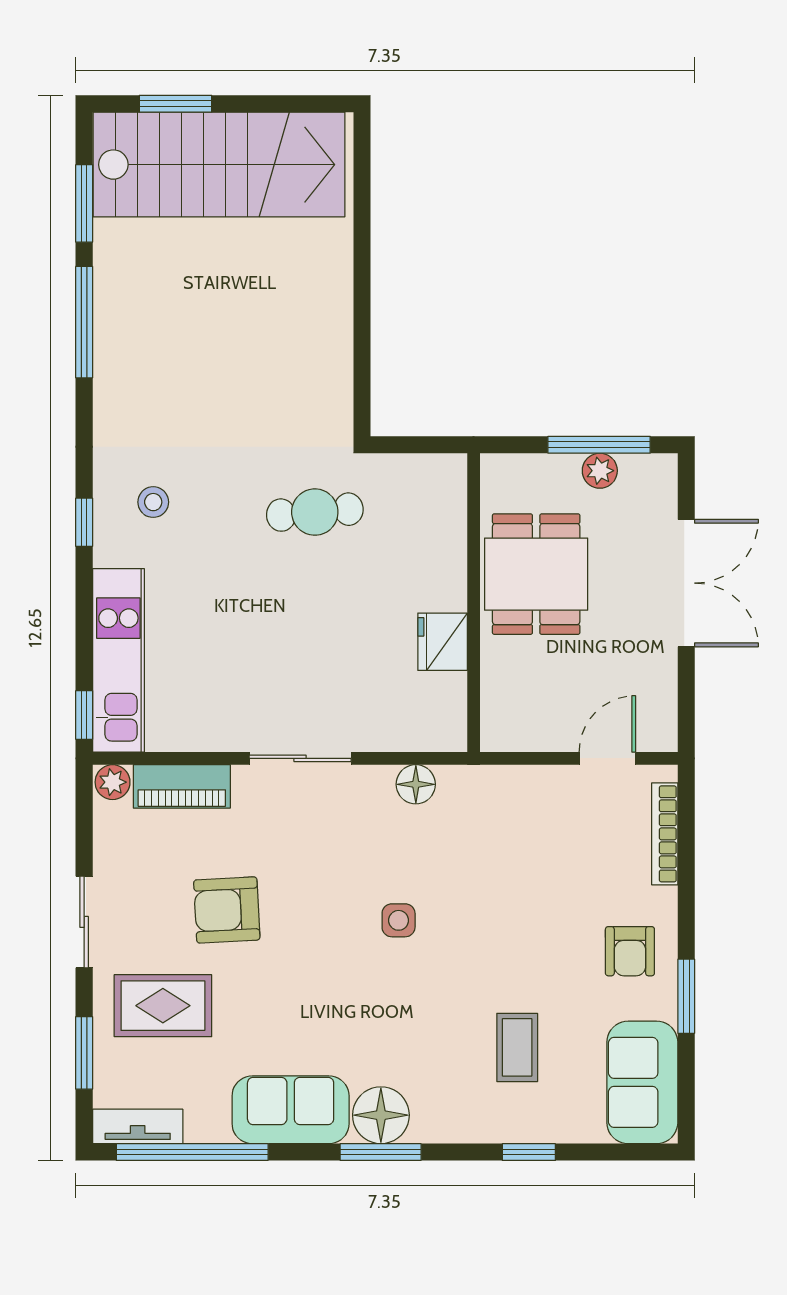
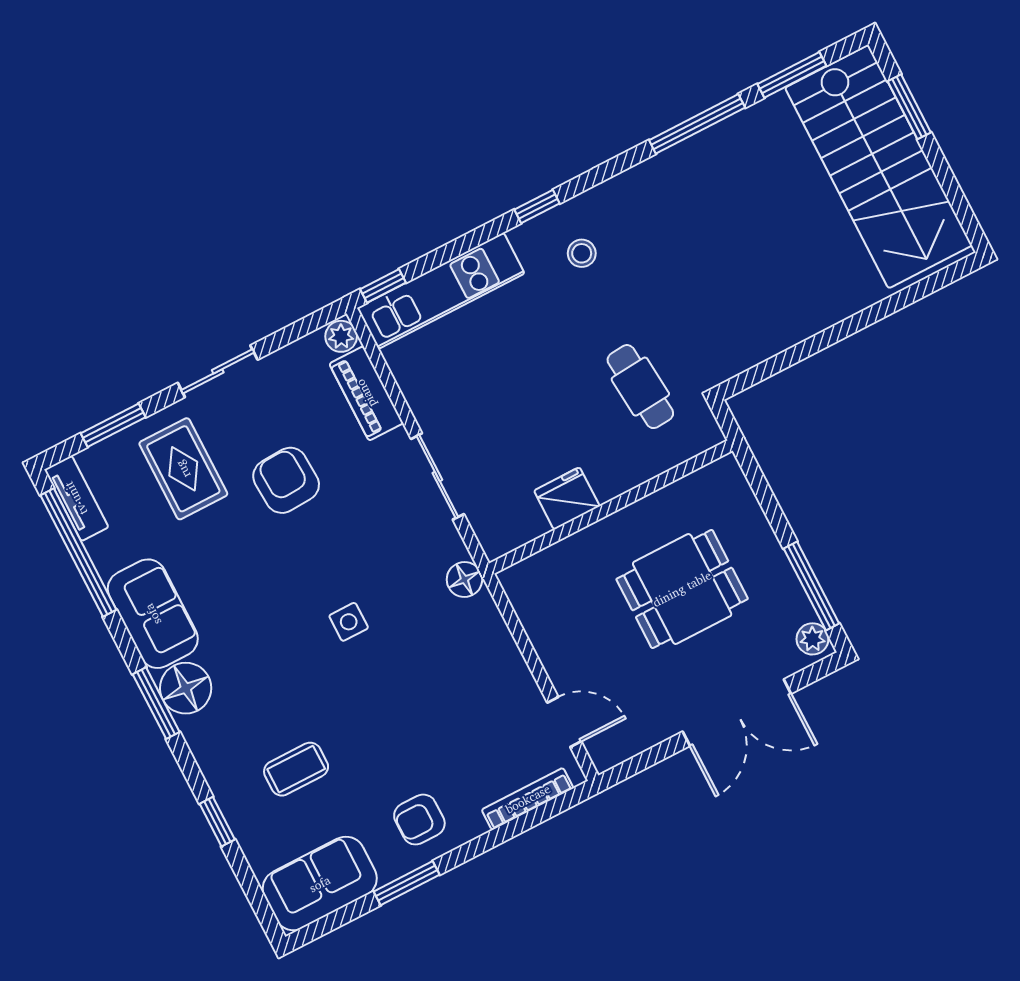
plant: (600, 471) -> (812, 639), moved
wall: (474, 603) -> (611, 507), moved
fridge: (443, 642) -> (567, 498), moved

